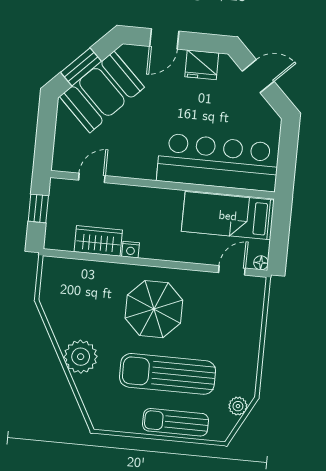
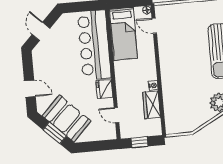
fridge: (202, 65) -> (104, 89), moved, turned 180
parasol: (154, 309) -> (184, 66), removed

